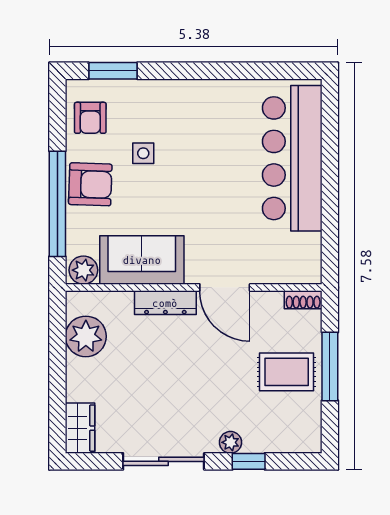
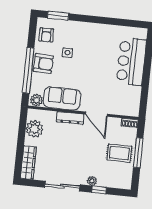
bar counter: (292, 158) -> (131, 61), width x0.73
wardrobe: (80, 428) -> (28, 163), width x1.50

